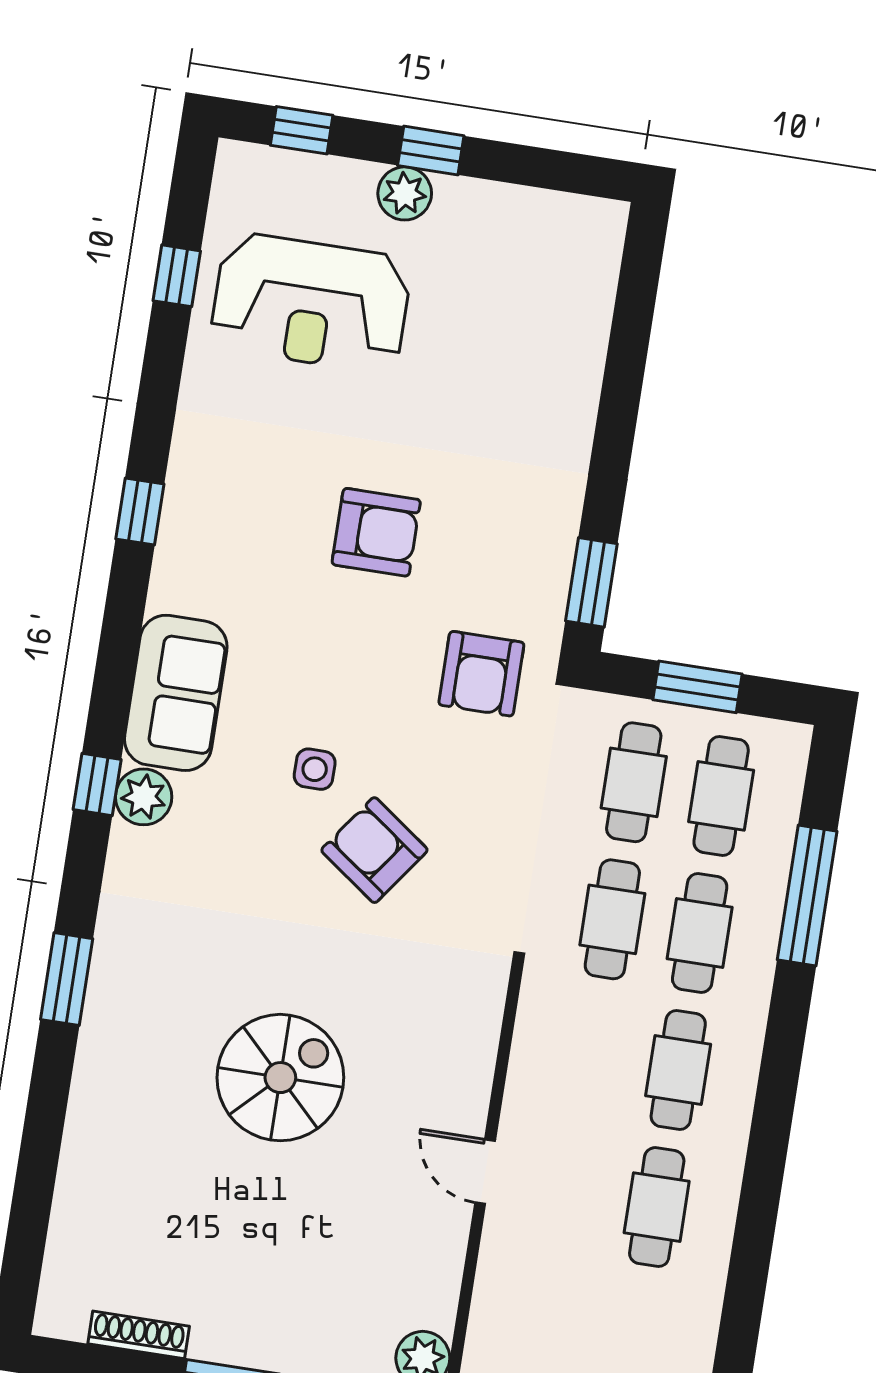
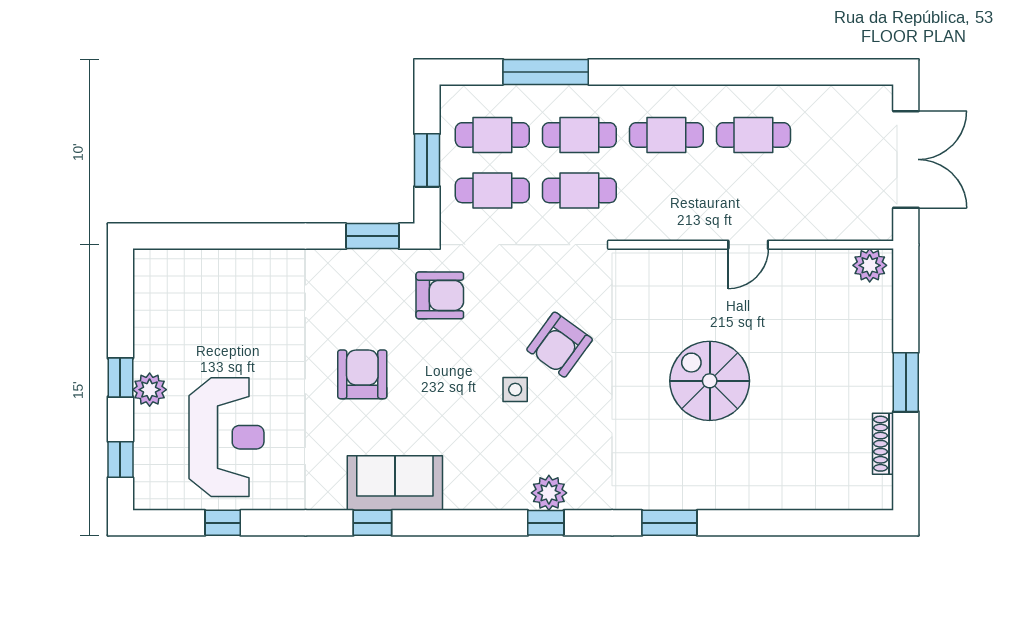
sofa: (176, 693) -> (395, 483), moved

